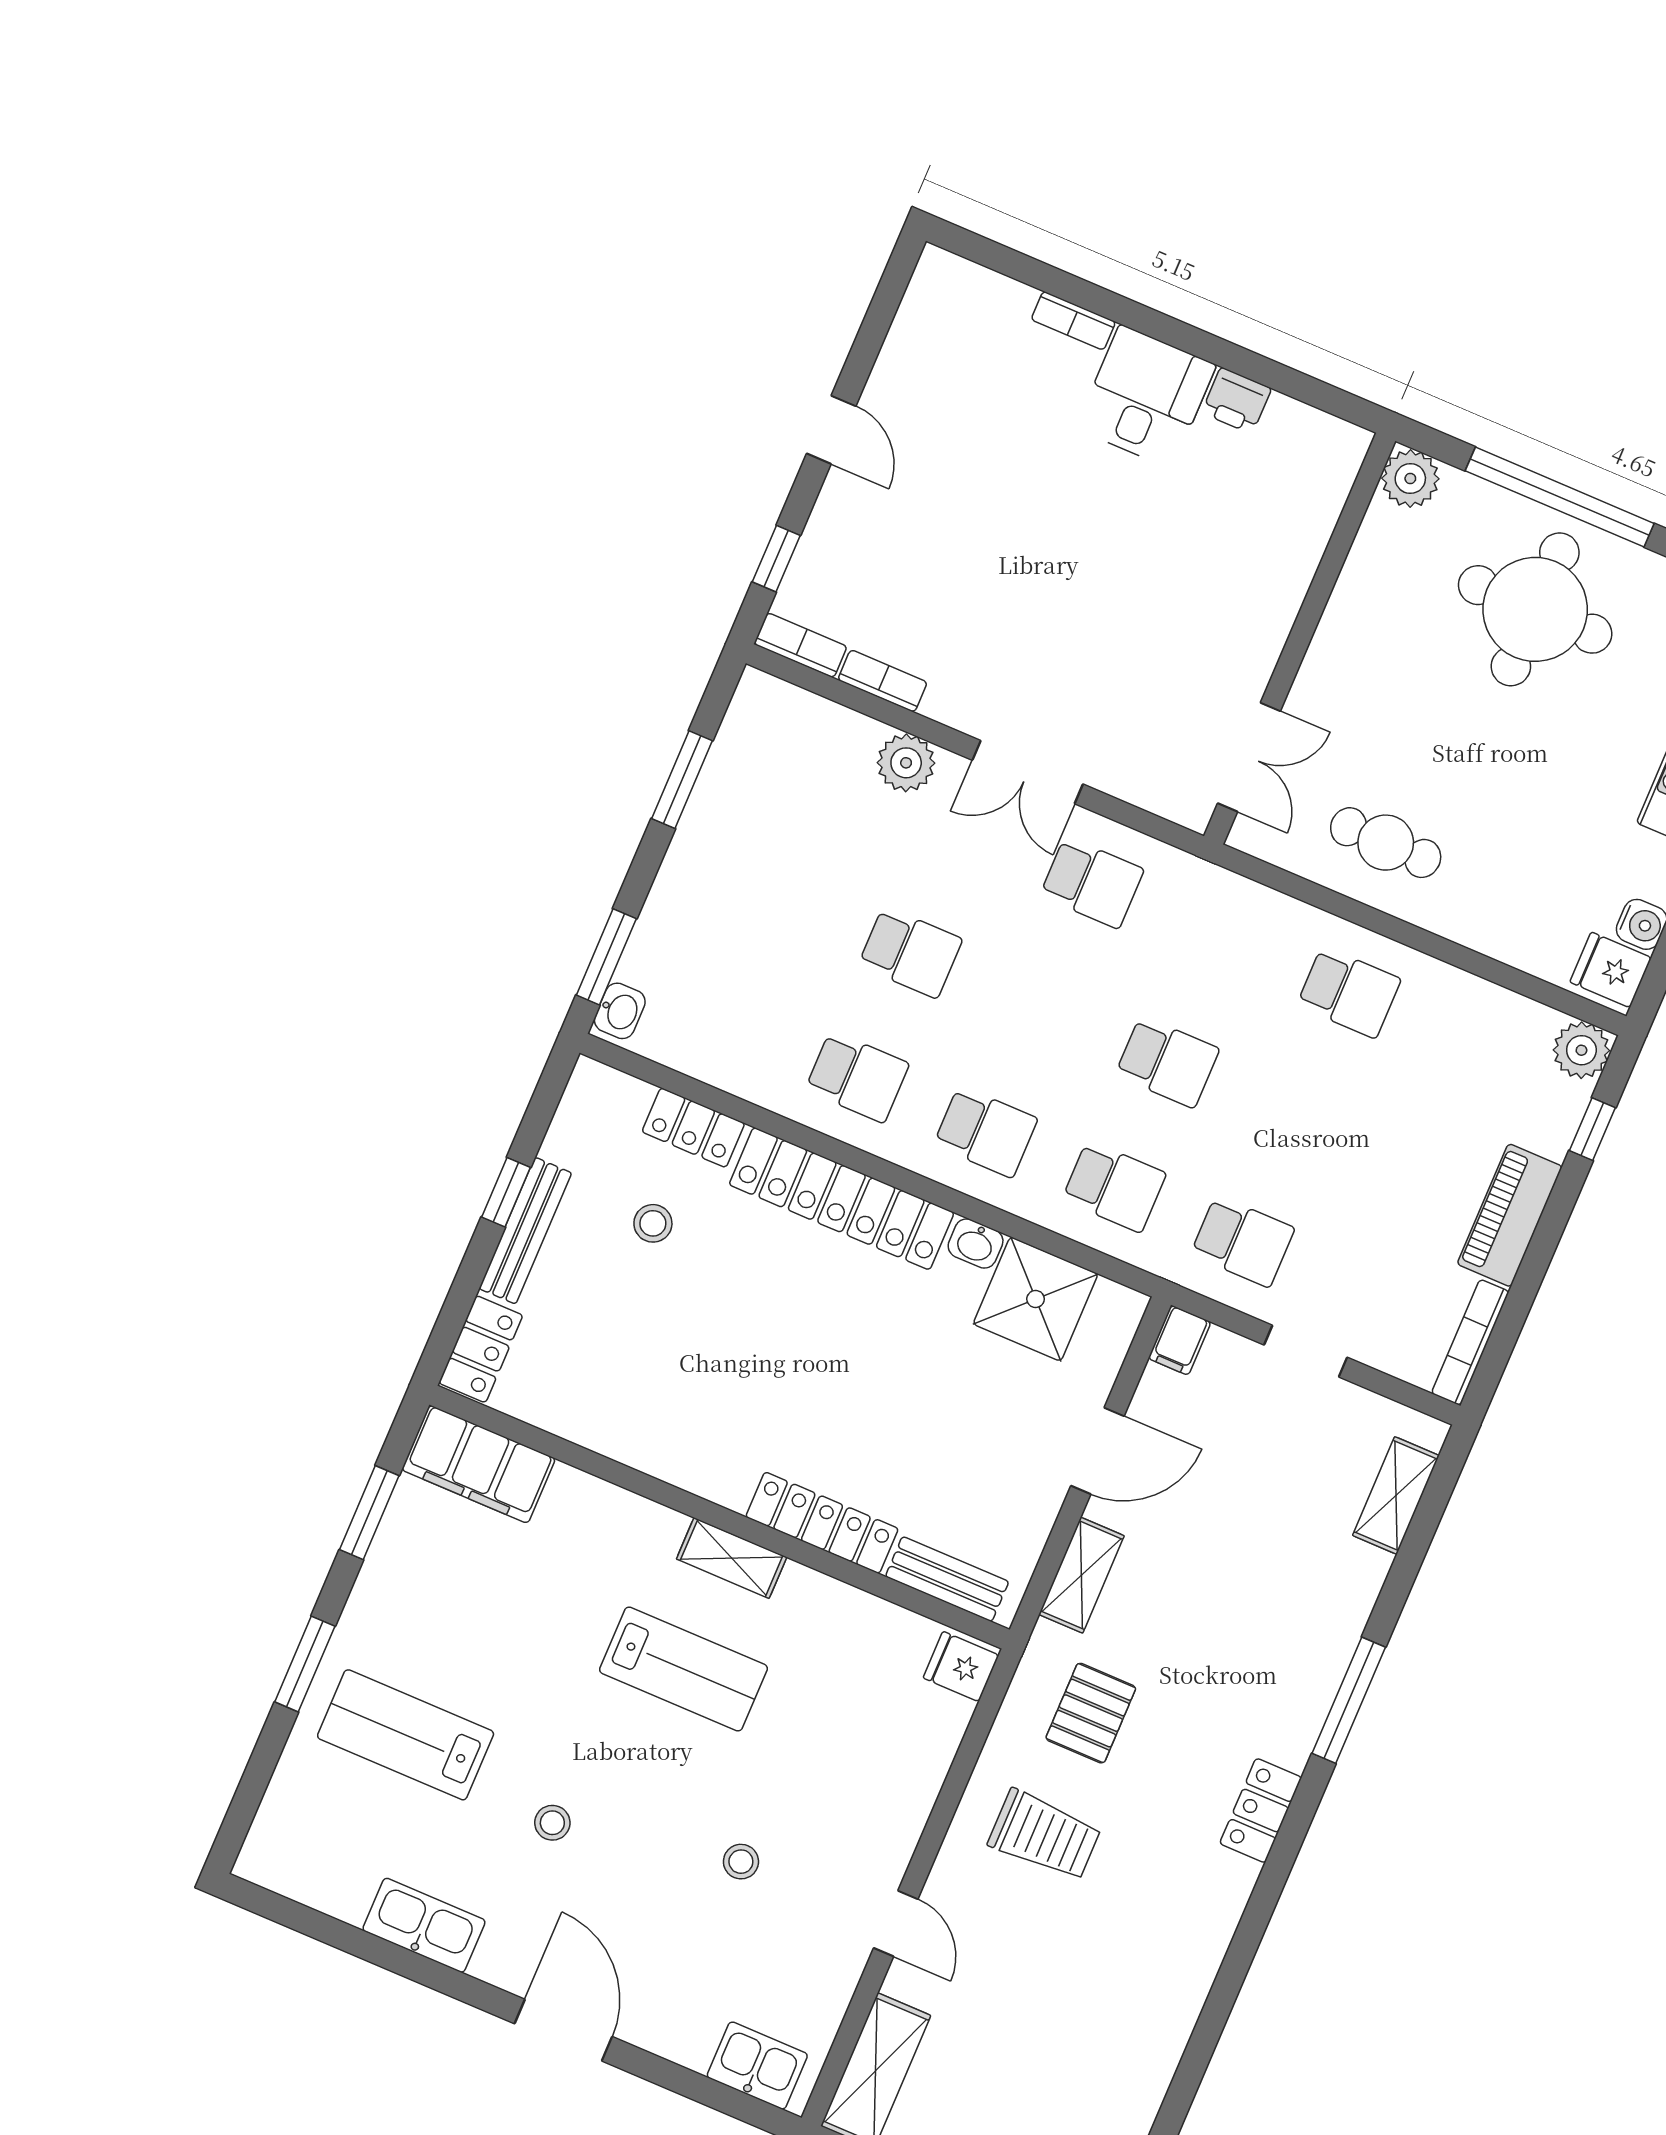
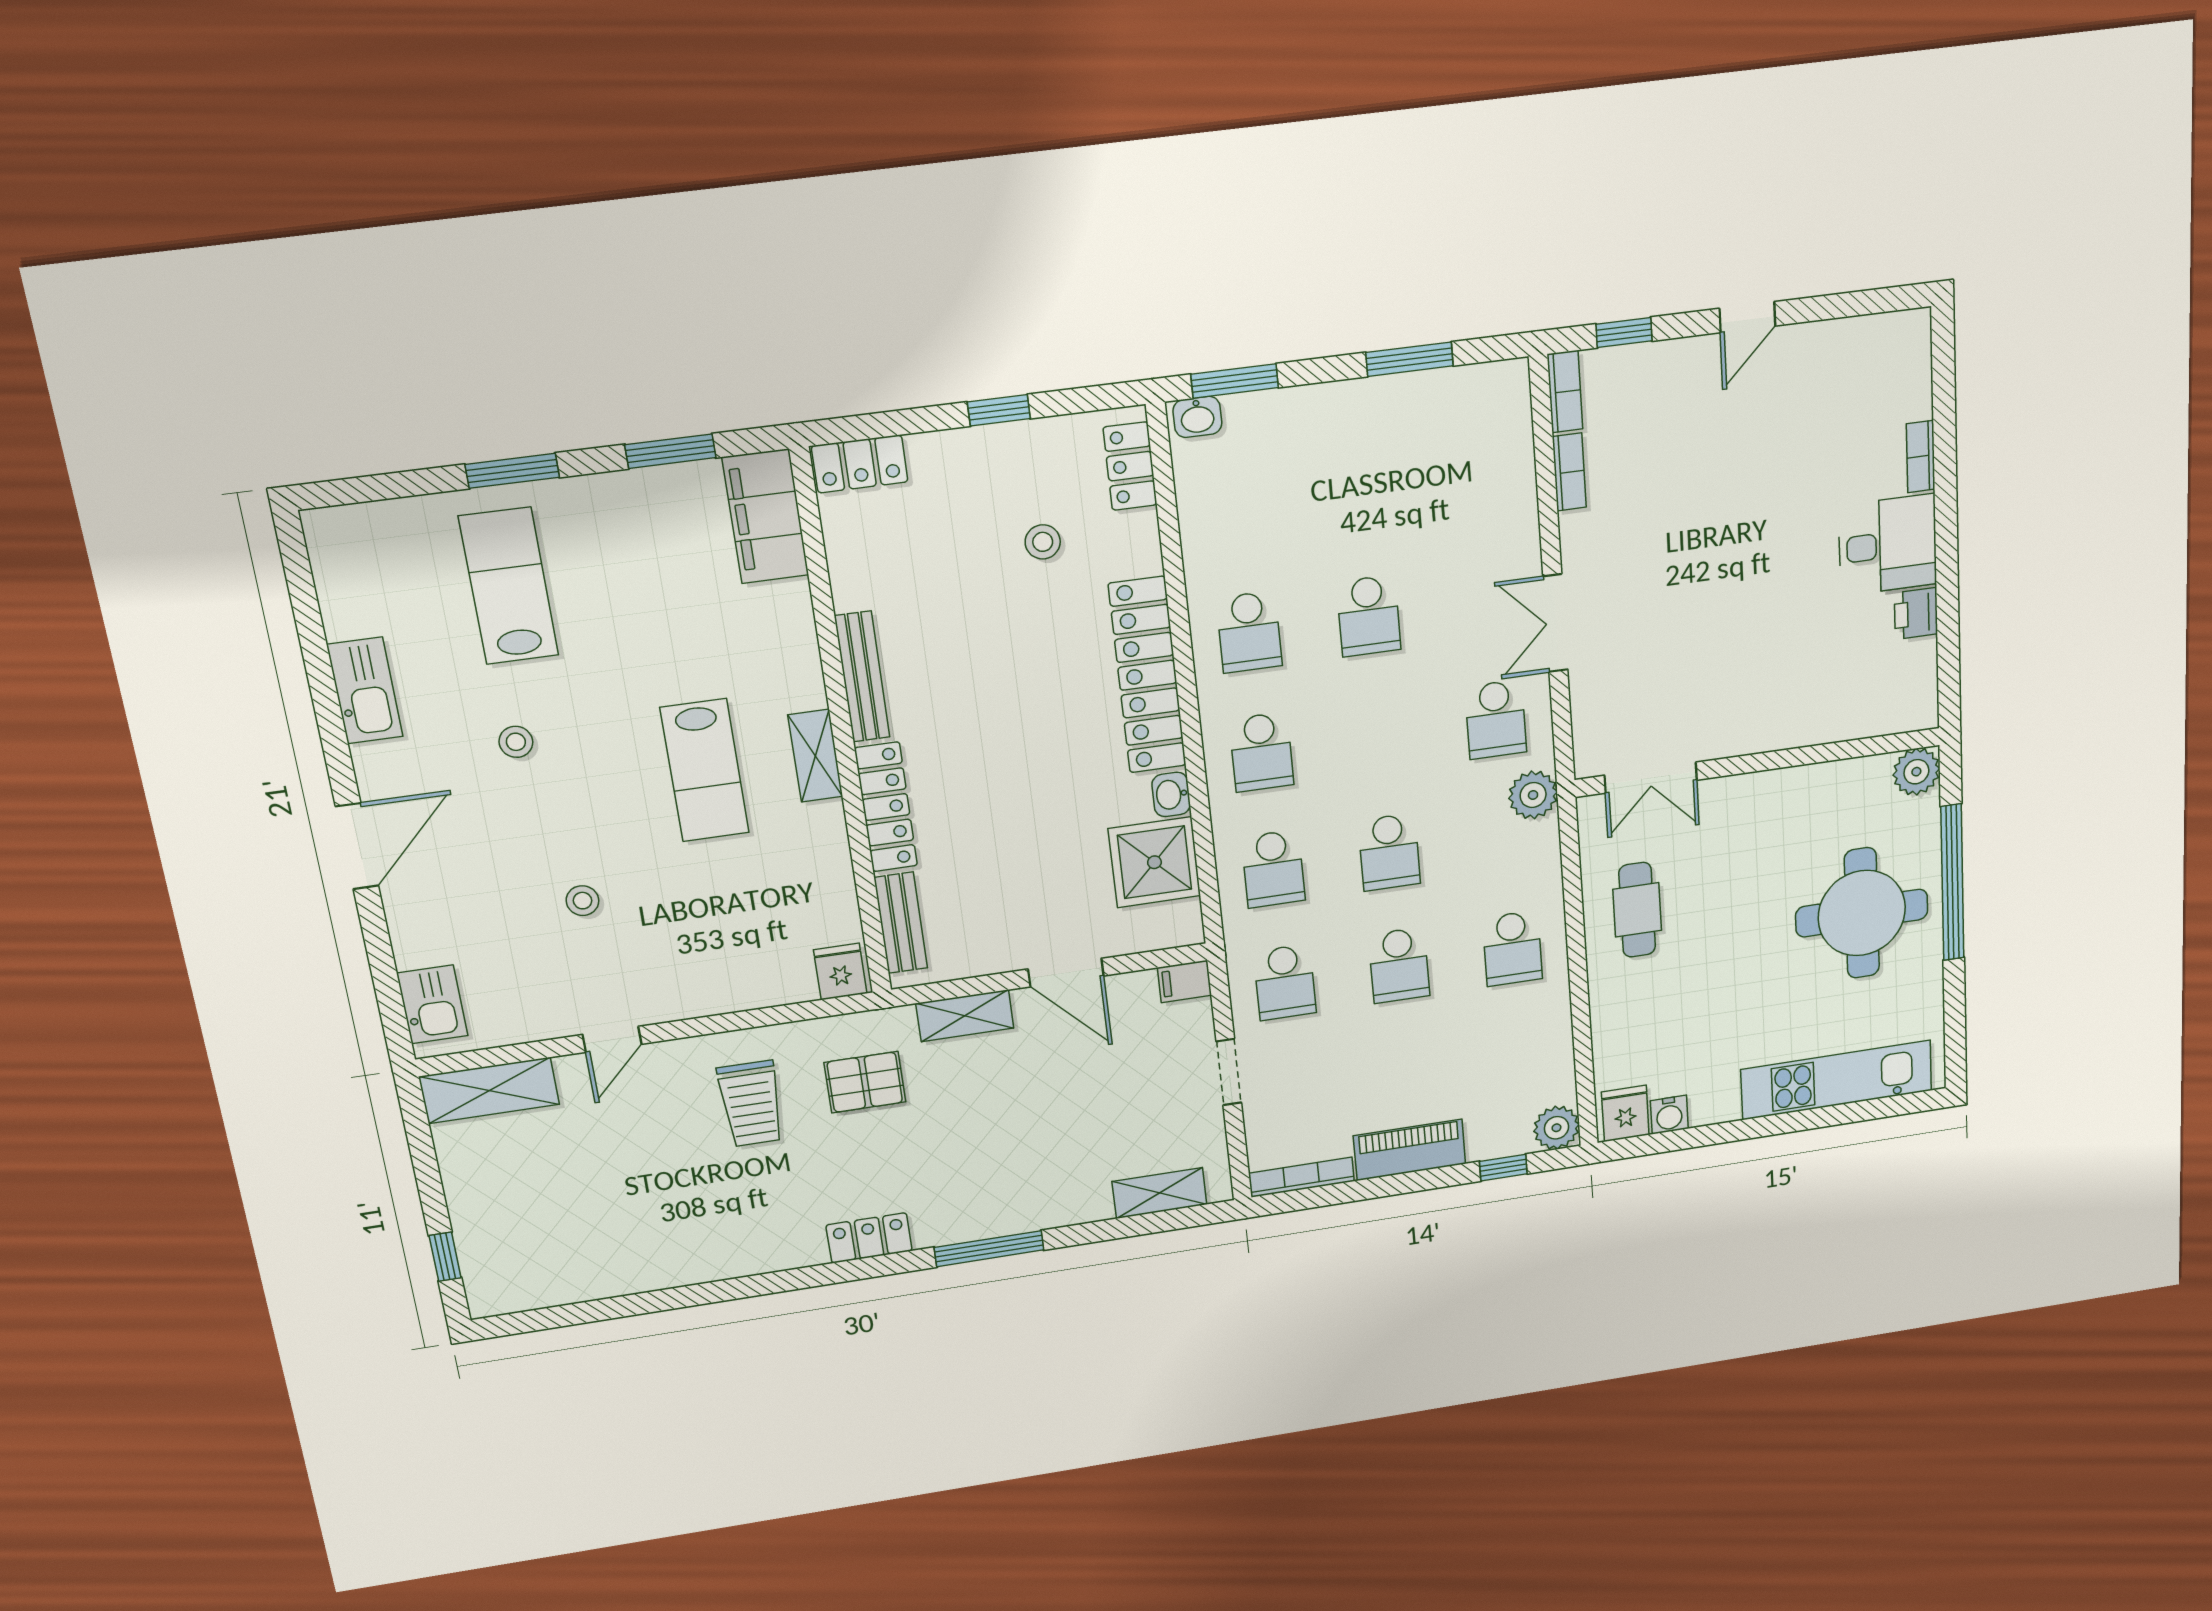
plant: (906, 763) -> (1533, 795), moved
school desk: (1296, 1117) -> (1399, 965), added
locker: (693, 1128) -> (1130, 466), moved
bench: (525, 1231) -> (862, 677), moved, turned 90

